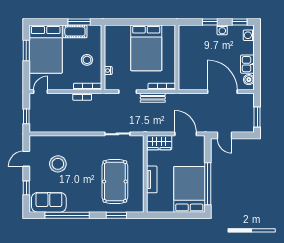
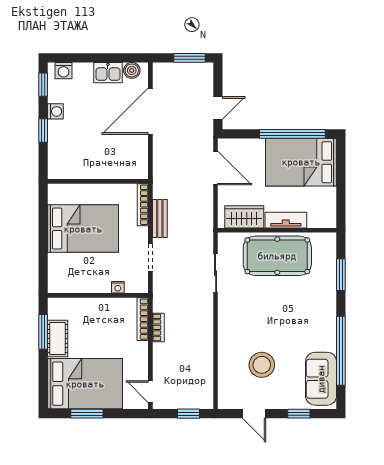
stool: (87, 60) -> (102, 320), removed
door: (186, 134) -> (216, 168), swing flipped
wardrobe: (159, 143) -> (244, 217), moved, turned -90
pool table: (115, 181) -> (277, 256), moved

